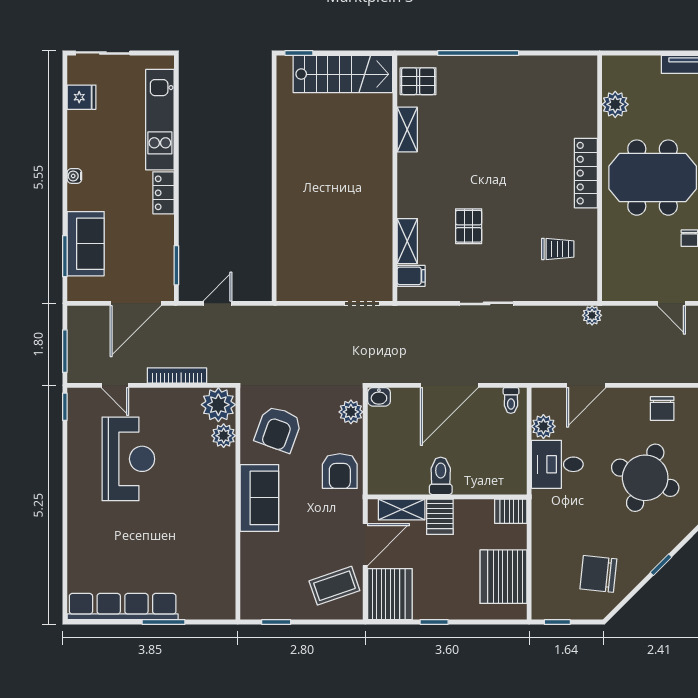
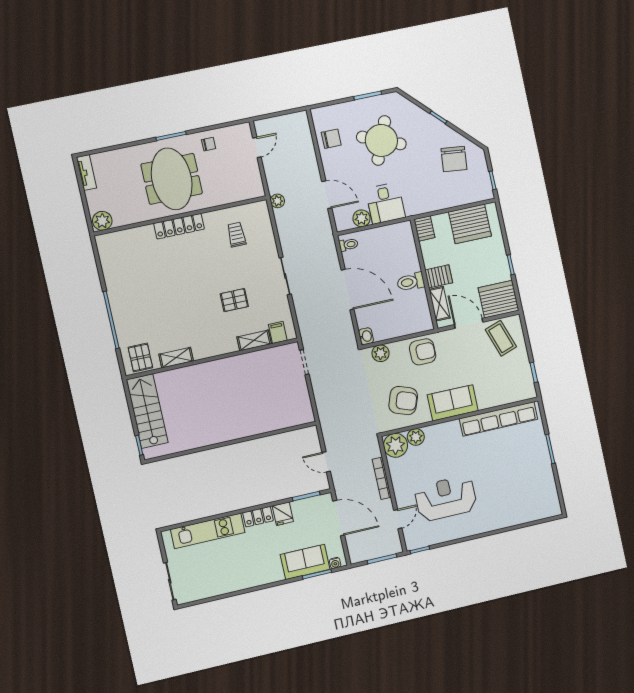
fridge: (82, 97) -> (283, 514), moved, turned 180
plant: (615, 104) -> (102, 221), moved
water cooler: (74, 176) -> (335, 563), moved
row of seats: (123, 607) -> (499, 419), moved, turned -90

